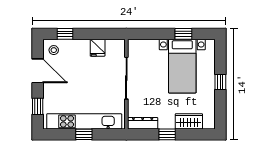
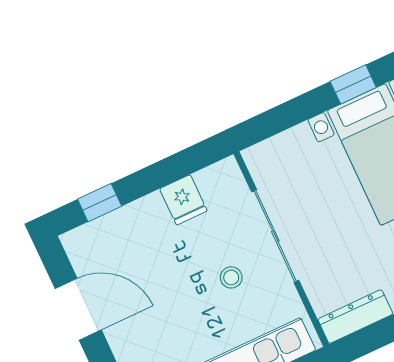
stool: (54, 50) -> (231, 277), moved

